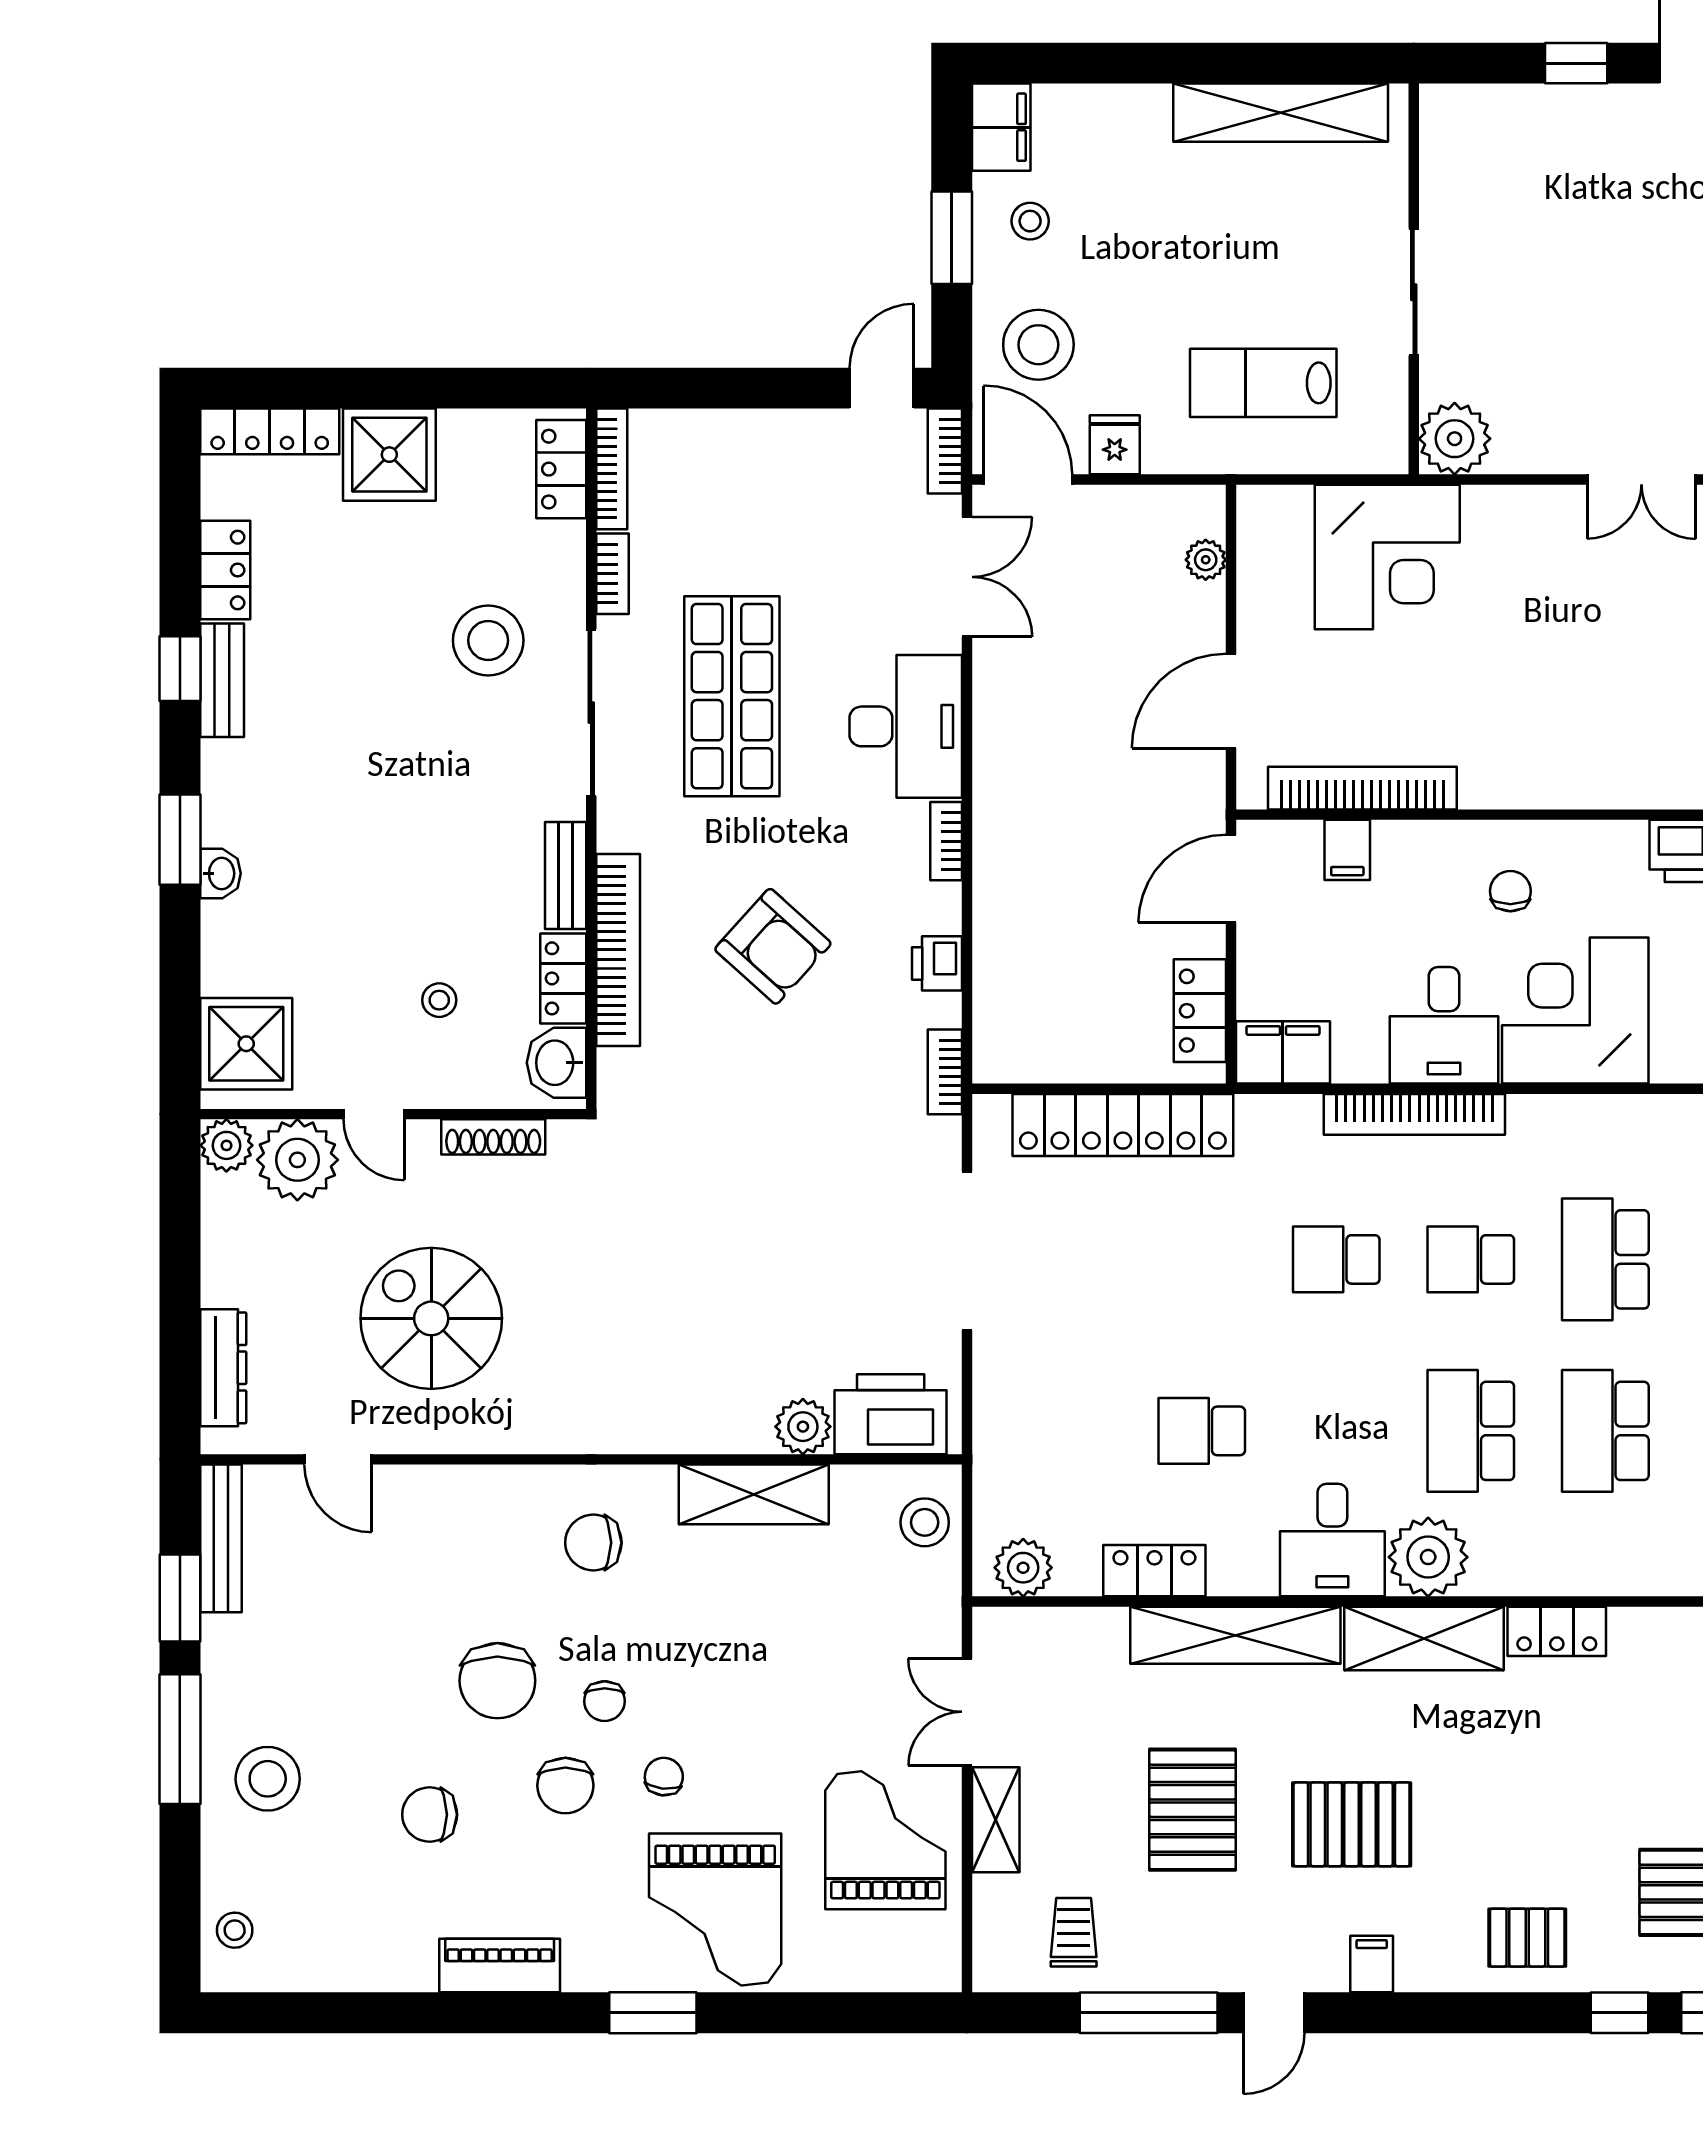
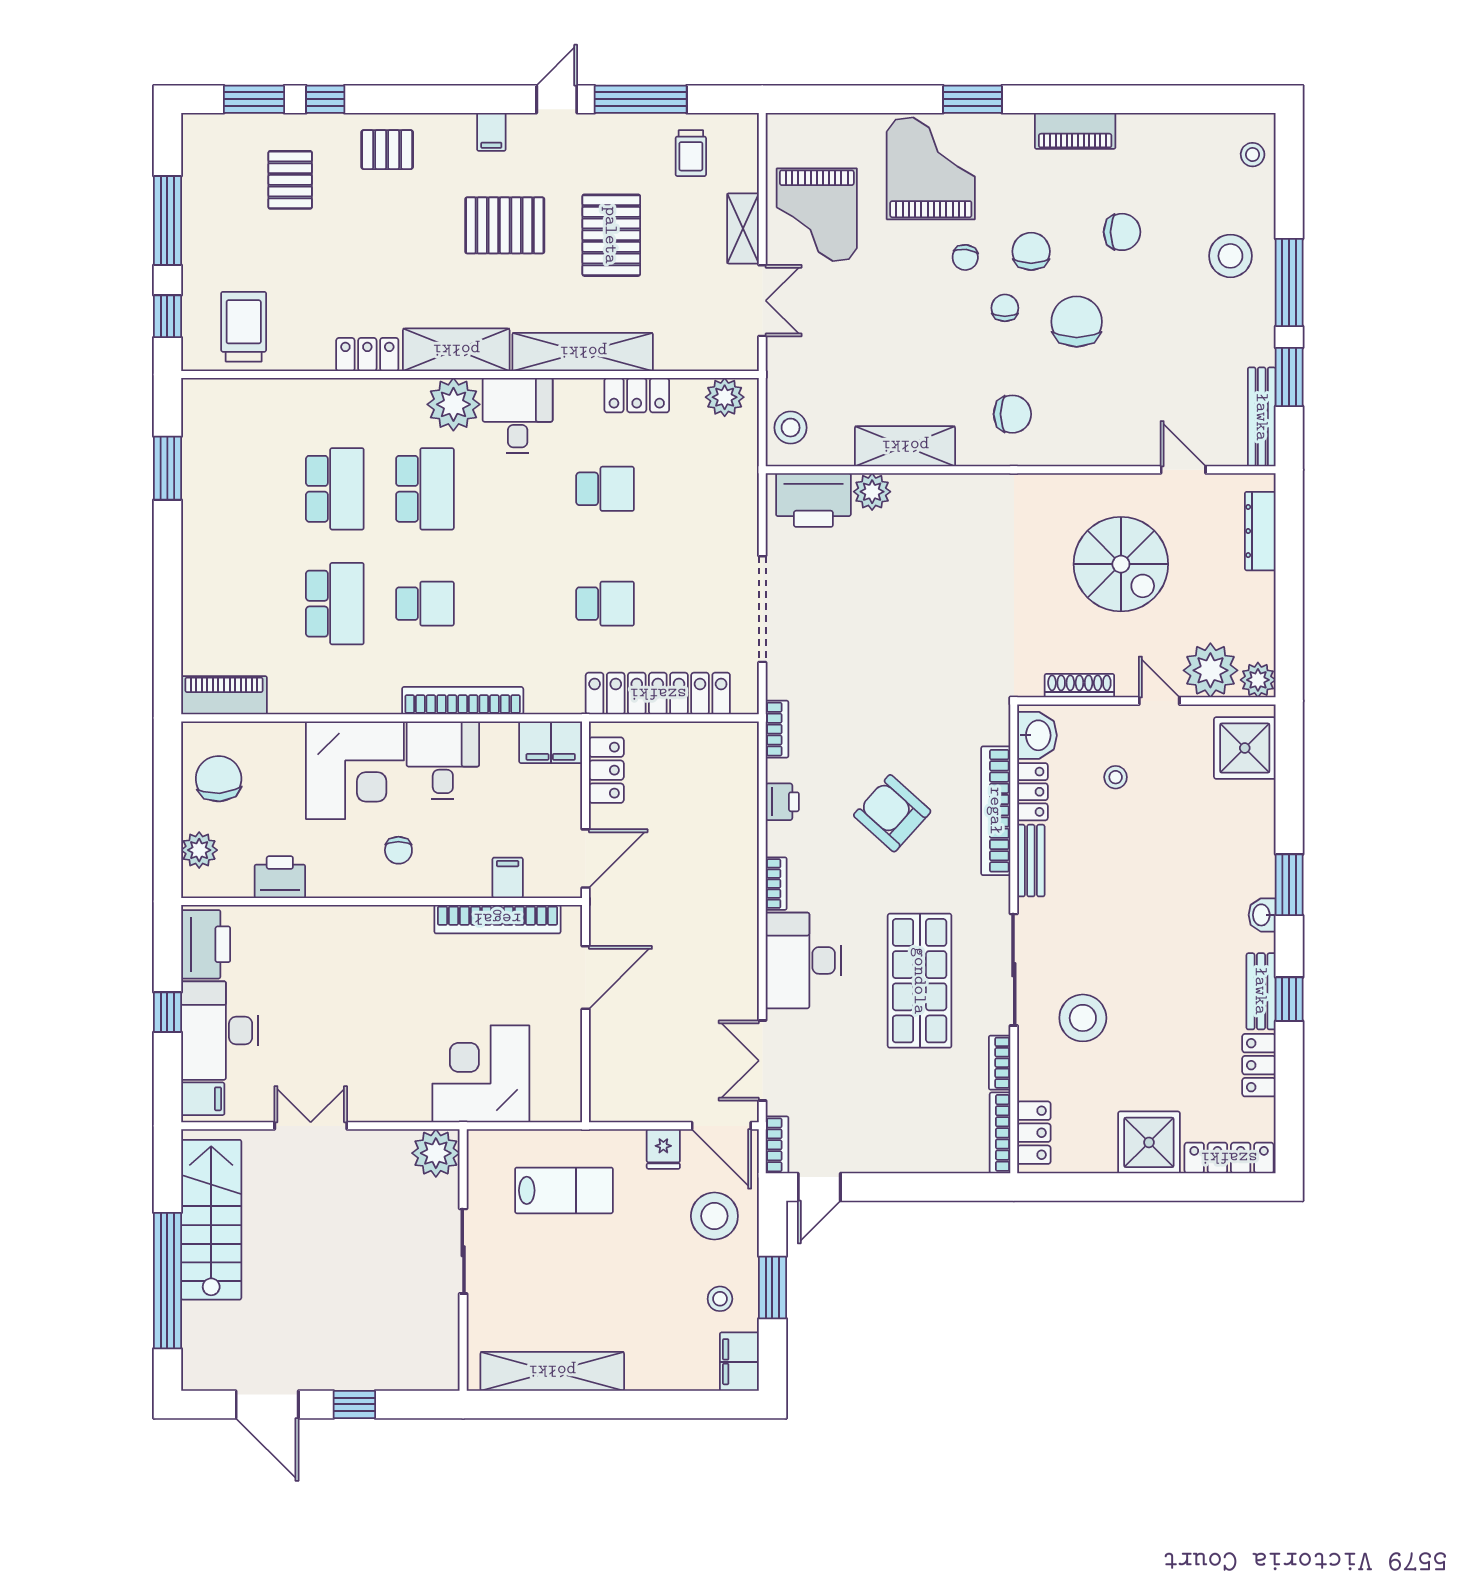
plant: (1206, 560) -> (602, 1072), removed
washbasin: (220, 873) -> (1262, 915), moved
school desk: (1336, 1259) -> (605, 604), moved

